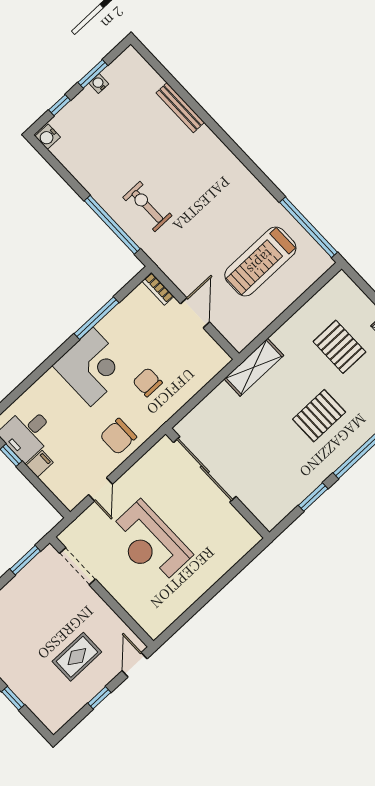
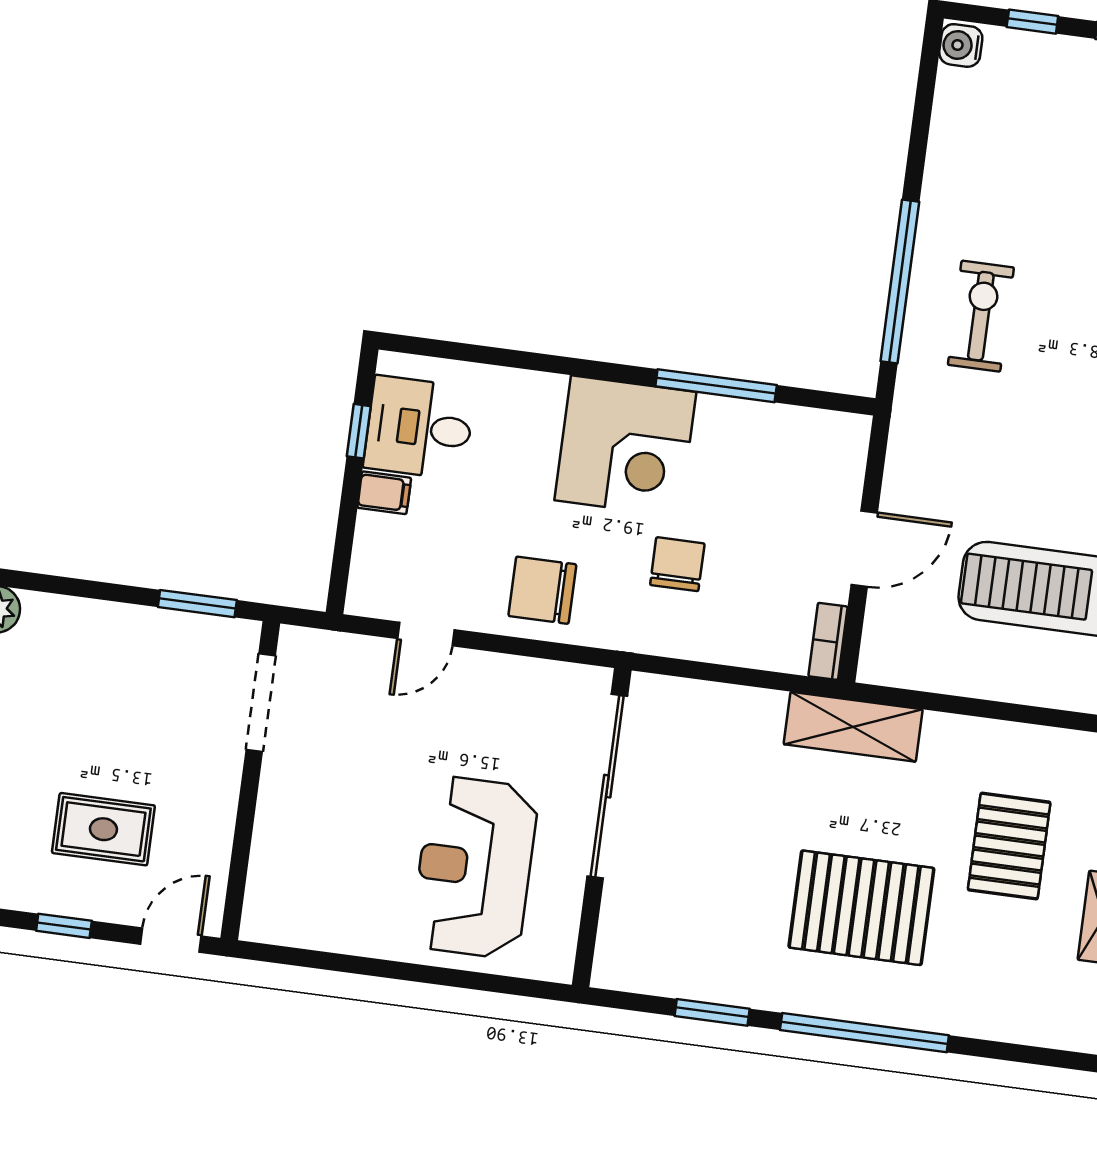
bookcase: (158, 289) -> (828, 641), moved
pallet: (319, 416) -> (861, 908), width x1.37, depth x1.41
reception desk: (150, 543) -> (475, 867), moved

